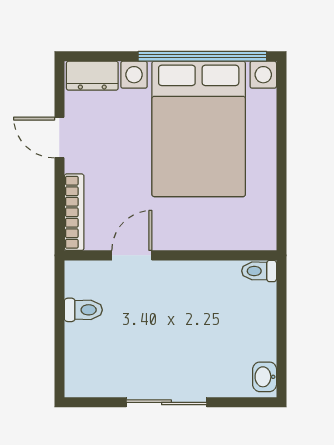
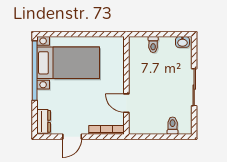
bed with nightstands: (199, 129) -> (68, 63), width x0.73
toilet: (259, 271) -> (153, 44), moved
toilet: (83, 310) -> (173, 126), moved

